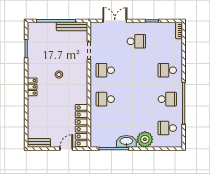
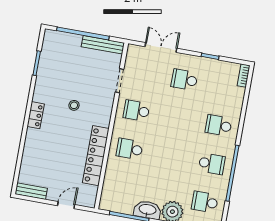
school desk: (136, 41) -> (184, 80), turned 180
locker: (81, 126) -> (96, 156), moved

